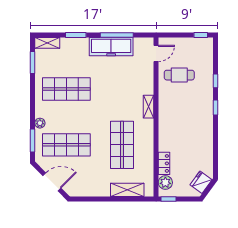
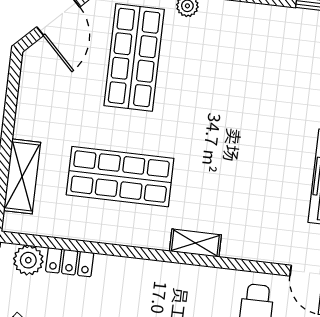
shop shelf: (66, 89) -> (254, 71), removed

